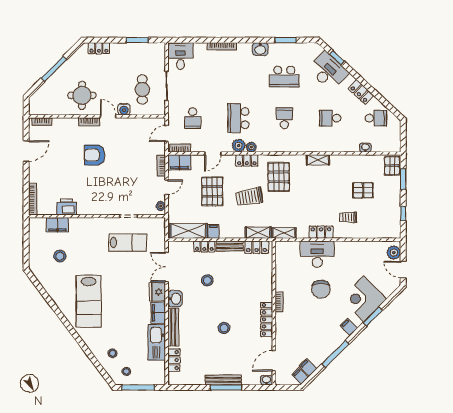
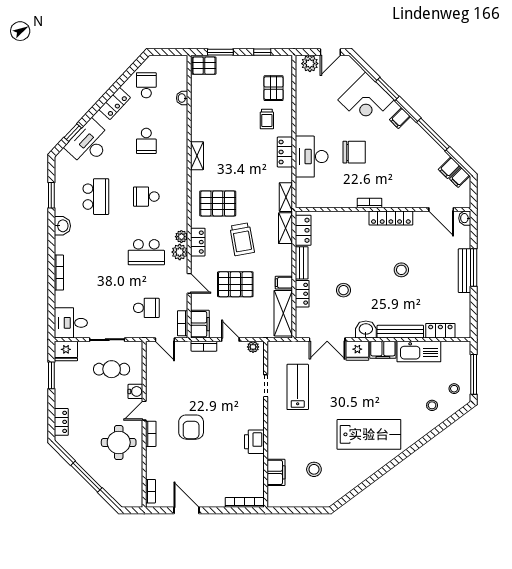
fridge: (157, 52) -> (66, 351), added
pallet: (363, 190) -> (274, 88), moved
printer: (67, 207) -> (254, 442), moved

